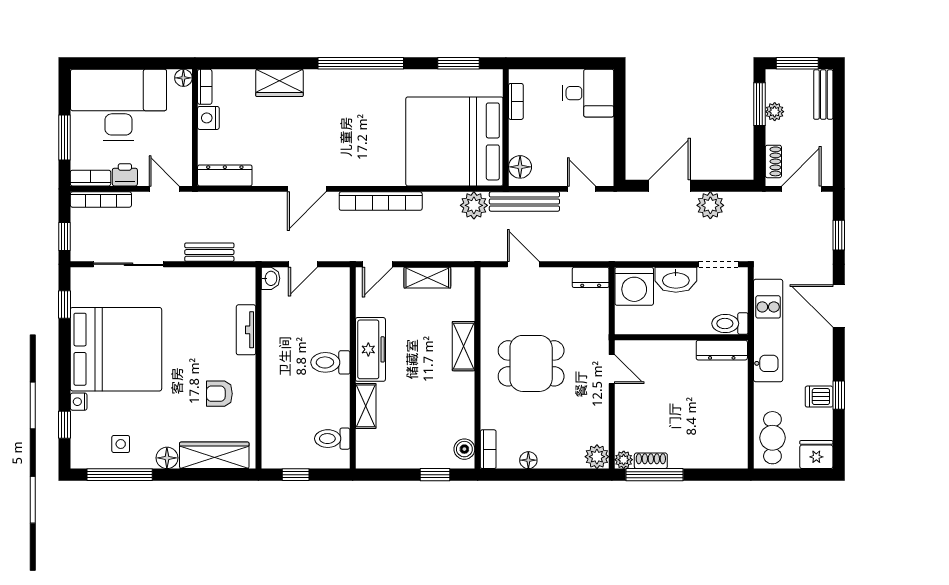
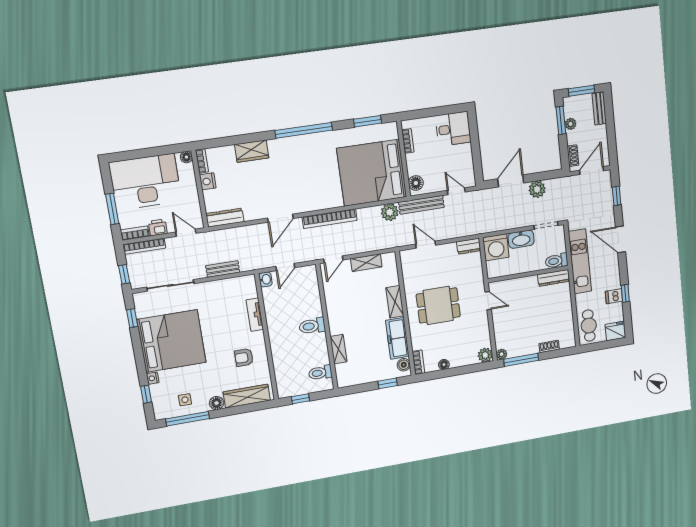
freezer: (370, 349) -> (397, 338), moved, turned 180
shoe rack: (651, 461) -> (549, 346), moved

